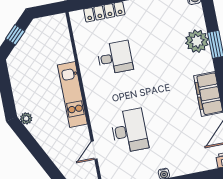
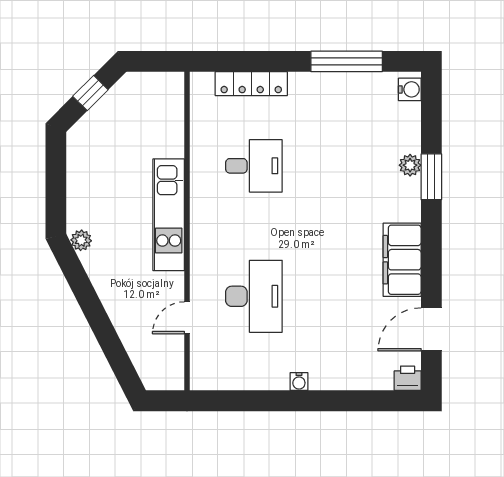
plant: (197, 41) -> (410, 165), width x0.53, depth x0.53

